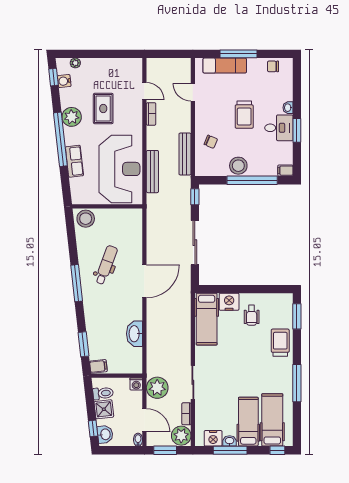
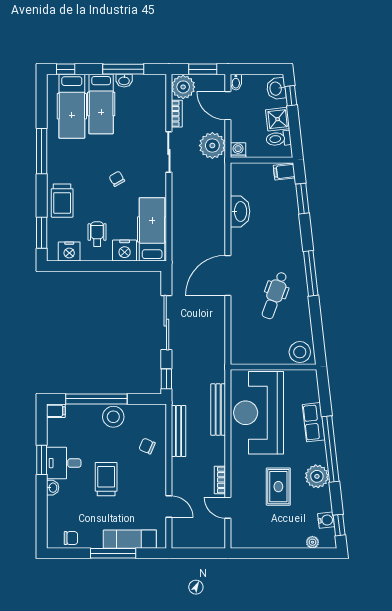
chair: (235, 361) -> (117, 179), added
nightstand: (213, 438) -> (69, 251), moved, turned 180

